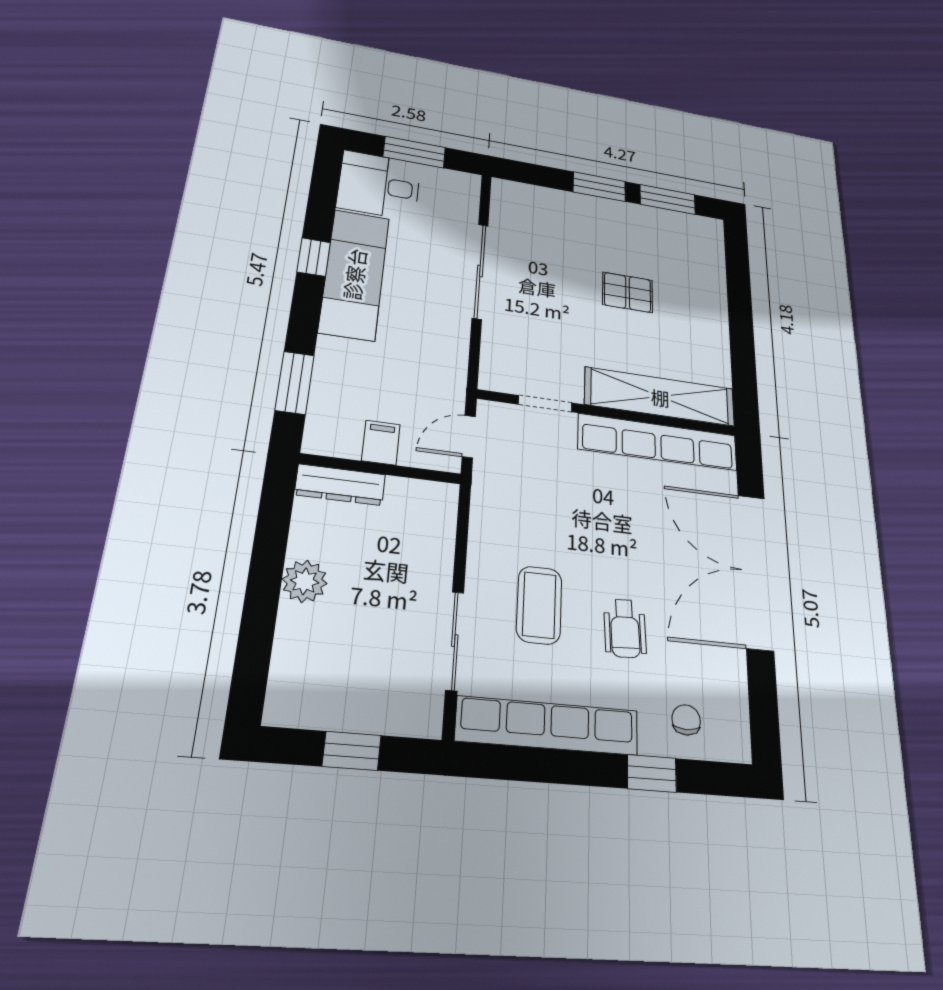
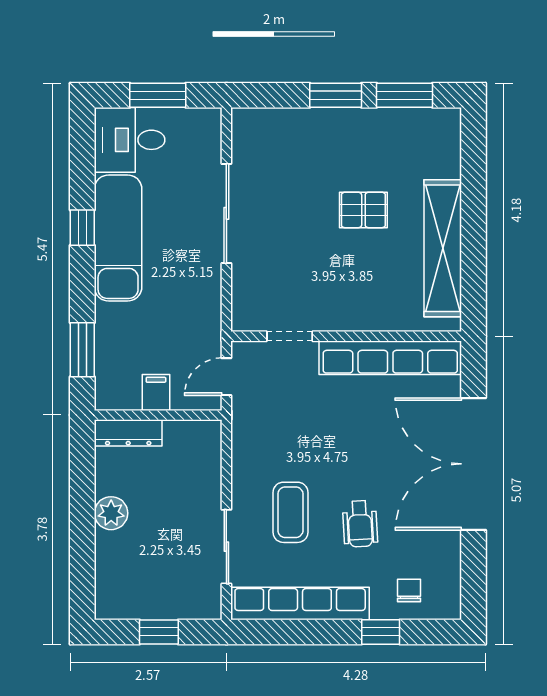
shelving: (660, 397) -> (443, 248), moved, turned 90

